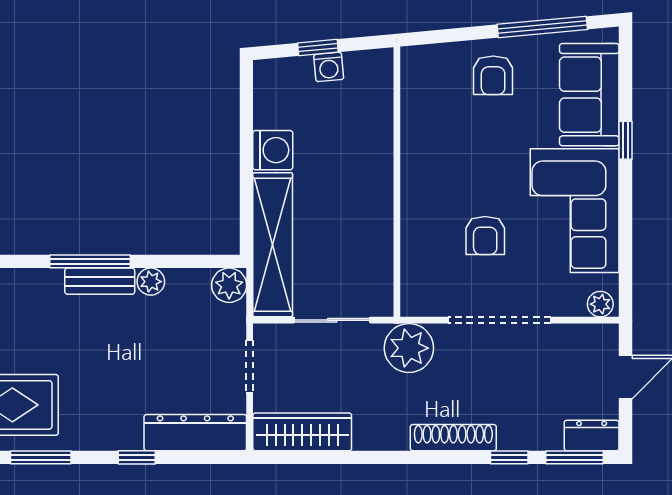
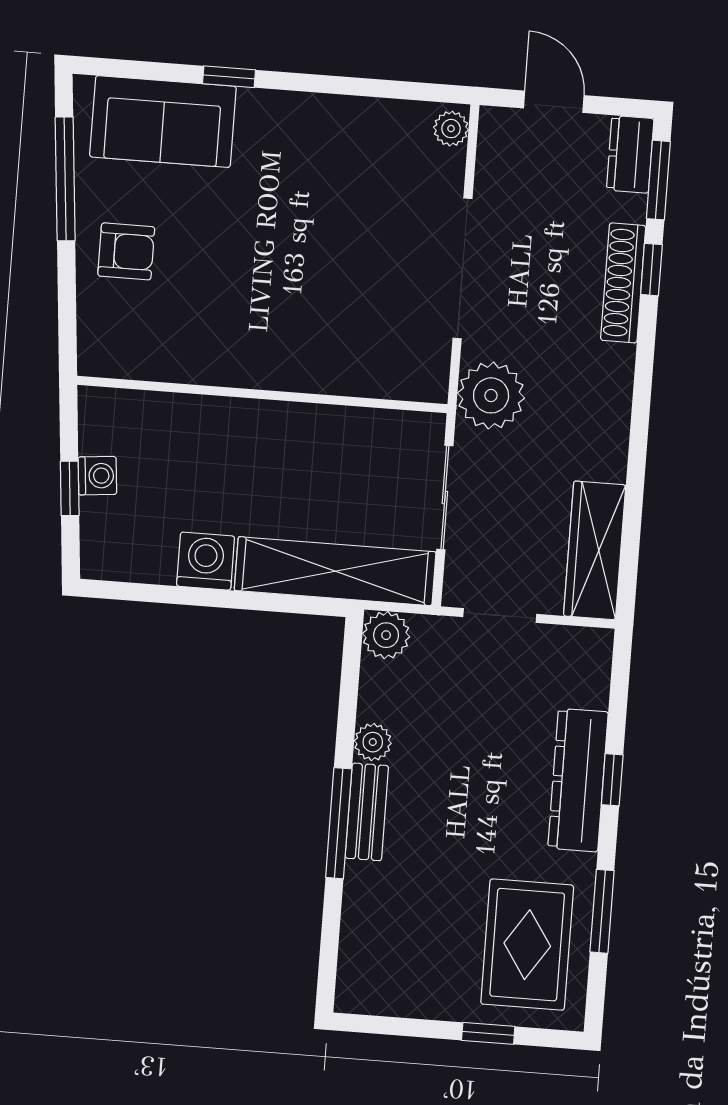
corner sofa: (575, 211) -> (320, 154), removed
armchair: (485, 236) -> (345, 279), removed
dresser: (195, 433) -> (578, 780), moved
shoe rack: (453, 438) -> (623, 283), moved

